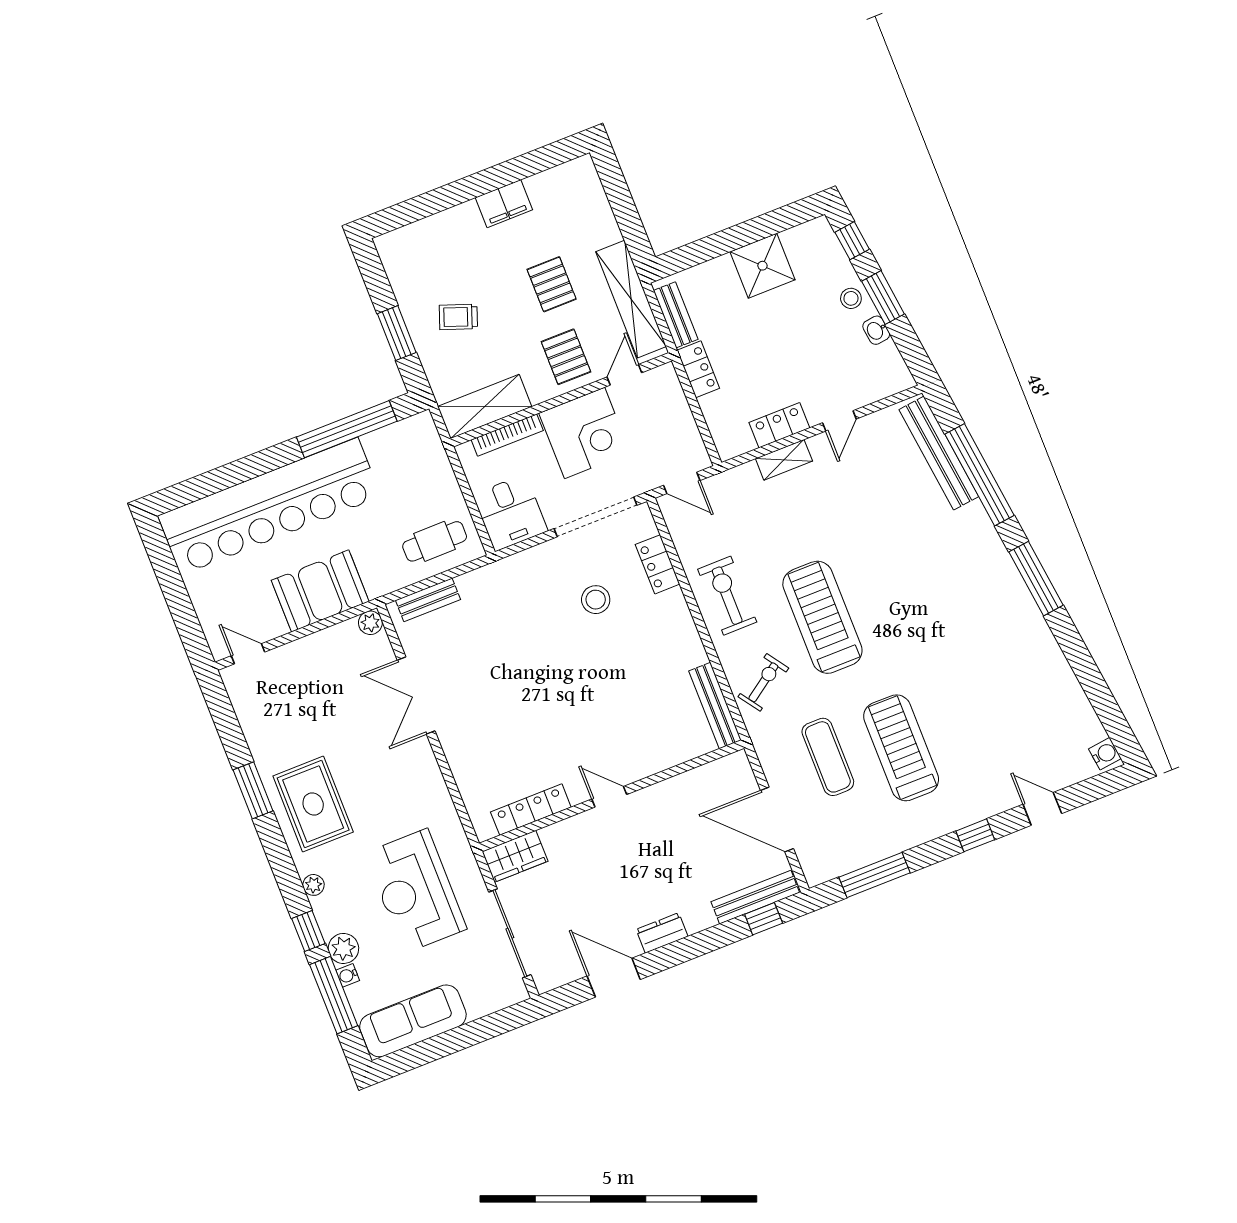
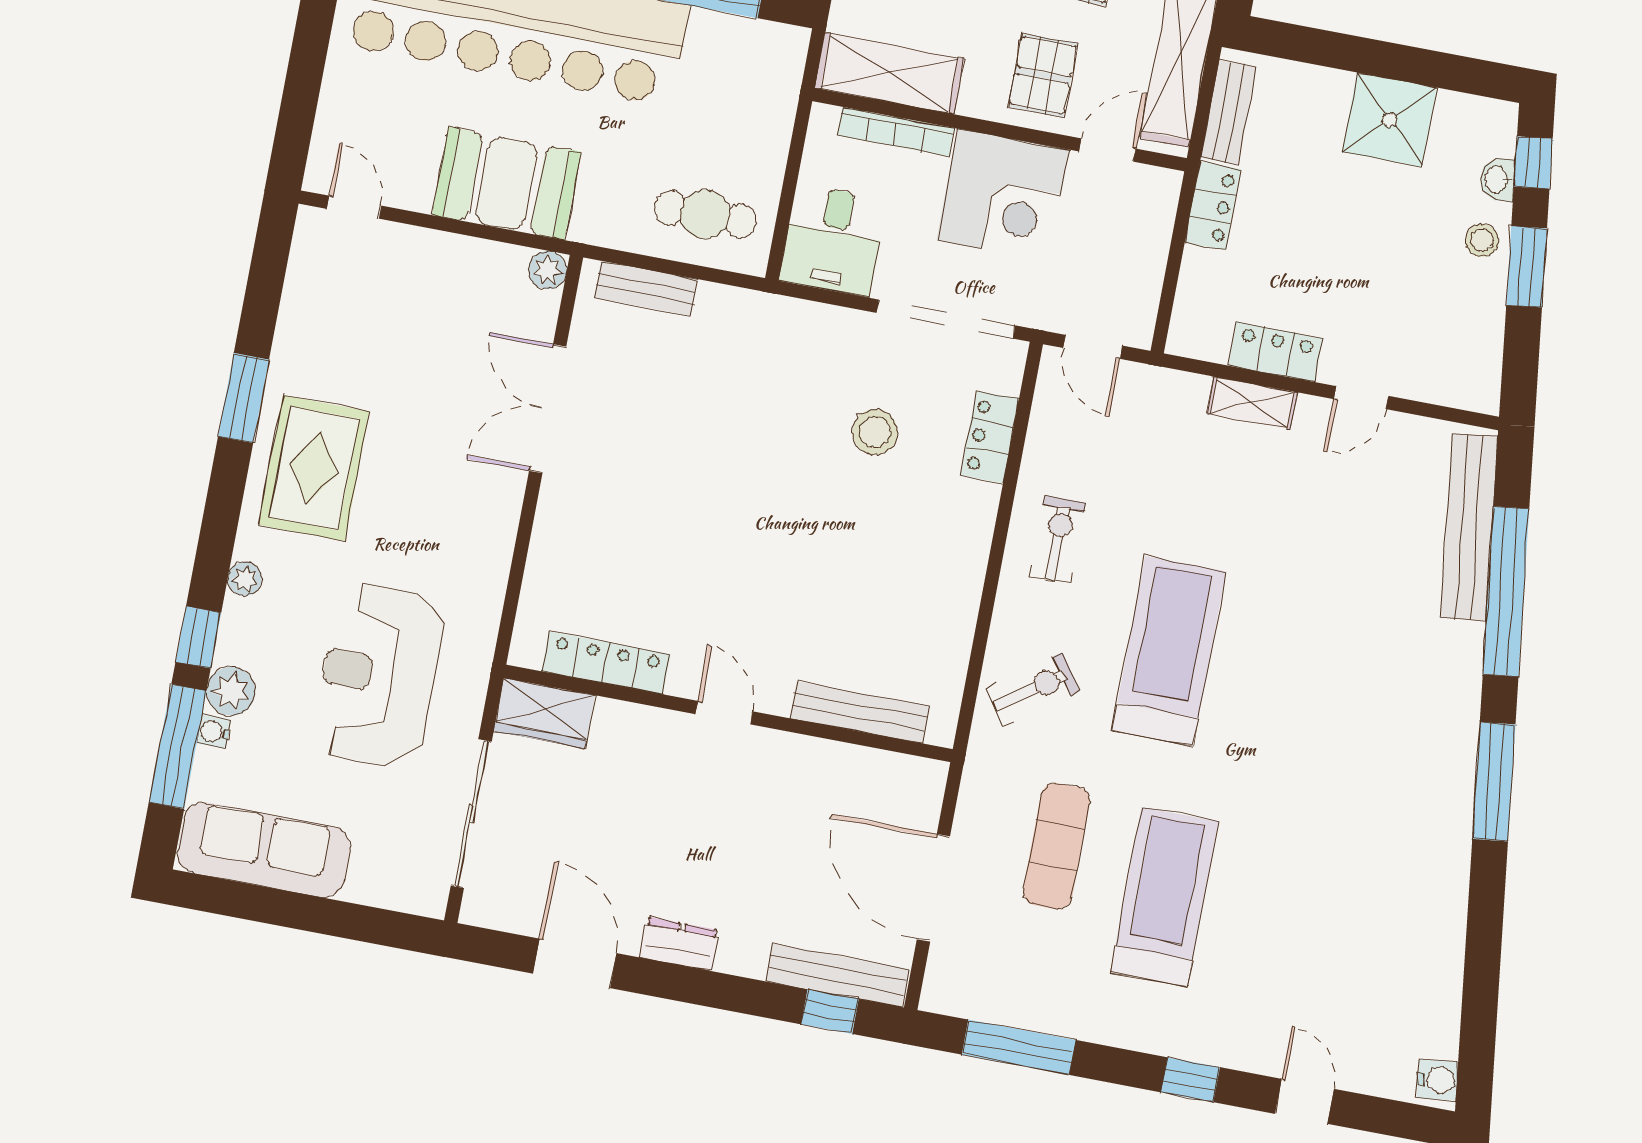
washbasin: (876, 330) -> (1497, 180), moved
exercise bike: (727, 596) -> (1058, 540), width x0.73, depth x0.72
bench: (715, 706) -> (860, 712), moved, turned 90

